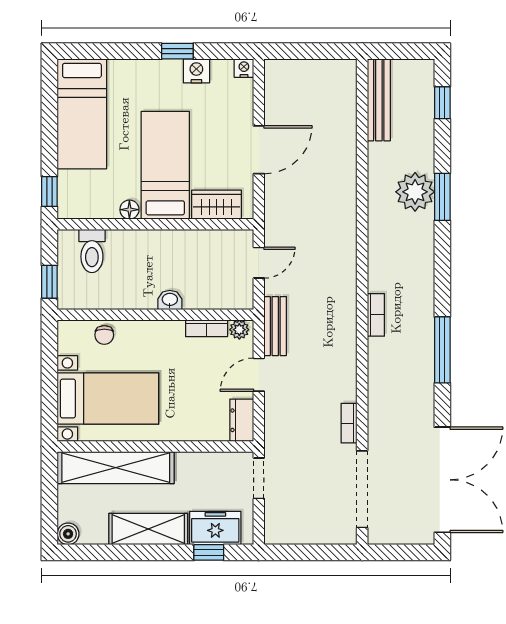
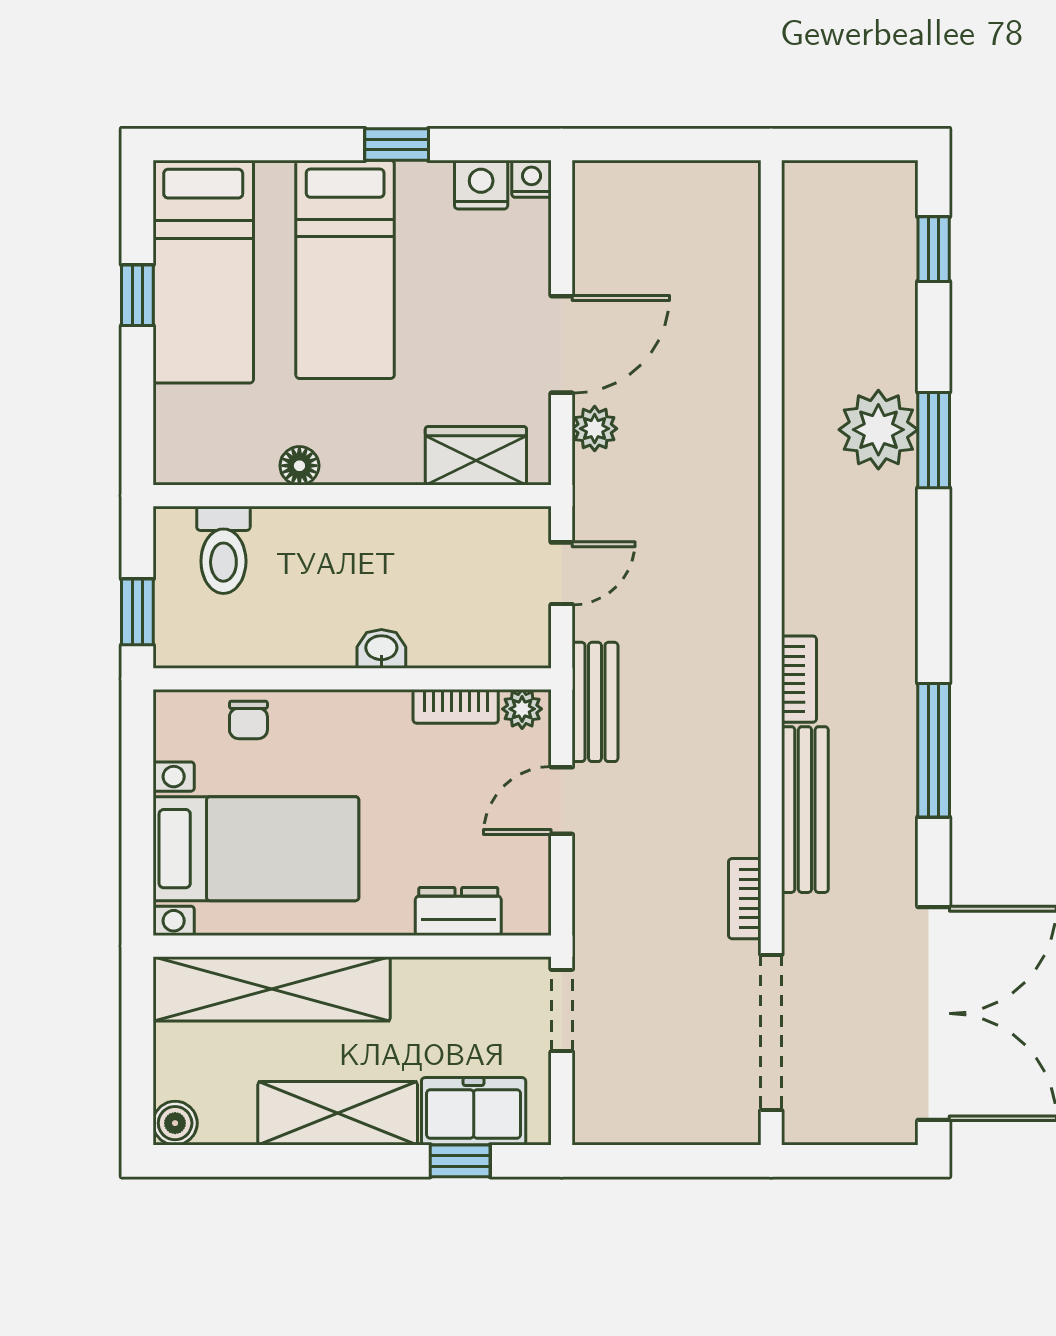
nightstand: (196, 71) -> (481, 185), moved
bench: (379, 100) -> (805, 810), moved
bed: (165, 165) -> (345, 269), moved, turned 180
plant: (275, 191) -> (595, 429), added
window: (49, 192) -> (137, 295), moved
dresser: (242, 420) -> (458, 911), moved, turned 90

